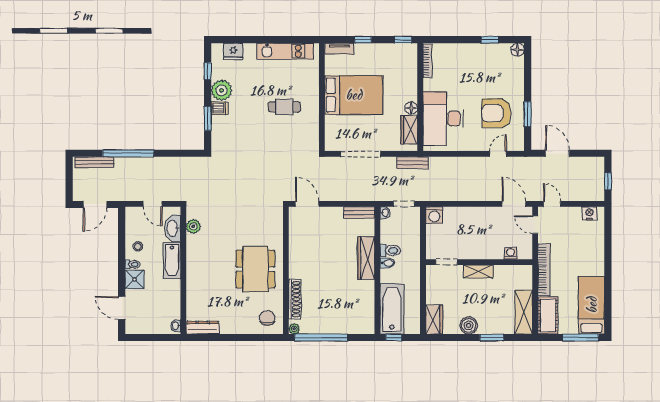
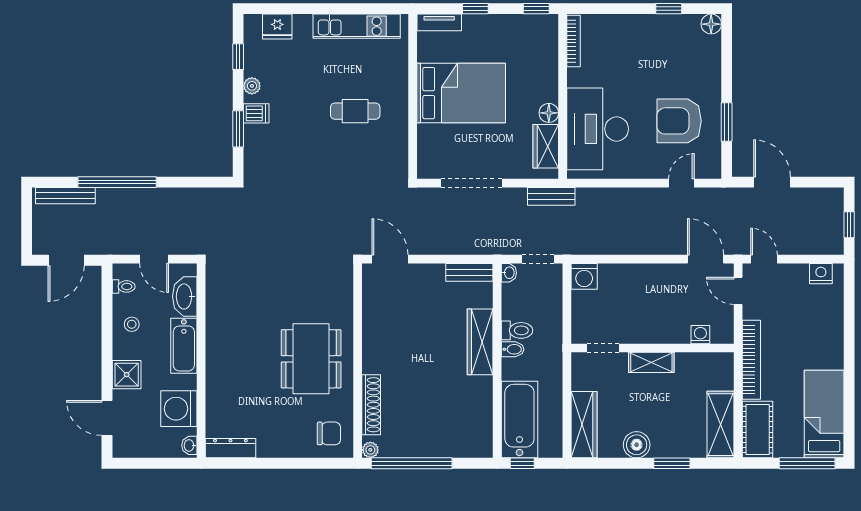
plant: (222, 90) -> (252, 86), width x0.53, depth x0.53
plant: (193, 226) -> (216, 294), removed
toilet: (133, 264) -> (124, 286), moved
washing machine: (169, 302) -> (179, 409), added
chair: (267, 318) -> (329, 433), turned 90
wardrobe: (434, 319) -> (584, 425), width x1.50

